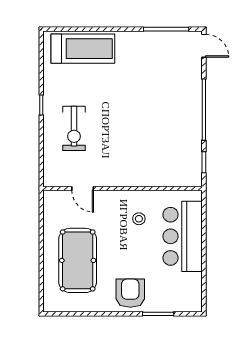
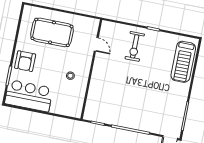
exercise bike: (74, 128) -> (135, 46), turned -90
door: (83, 188) -> (96, 44), swing flipped
bar counter: (183, 236) -> (29, 96), moved
armchair: (130, 293) -> (25, 61), turned 90

